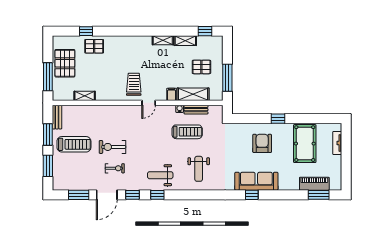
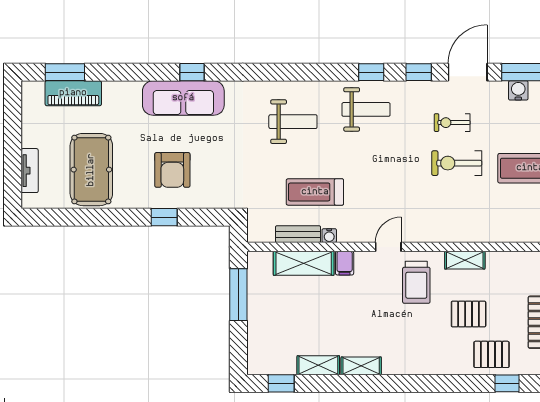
pallet: (201, 67) -> (469, 314), moved
shelving: (85, 96) -> (465, 260), moved
window: (278, 119) -> (164, 217), moved
exercise bike: (112, 147) -> (457, 163), turned 180
weight bench: (199, 169) -> (293, 122), turned 90
water cooler: (80, 185) -> (518, 90), added

